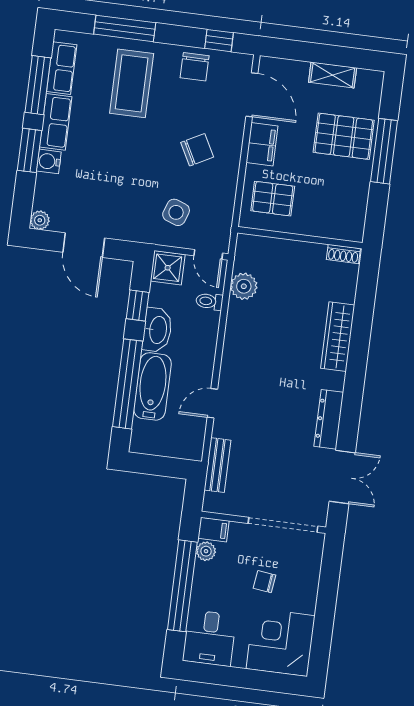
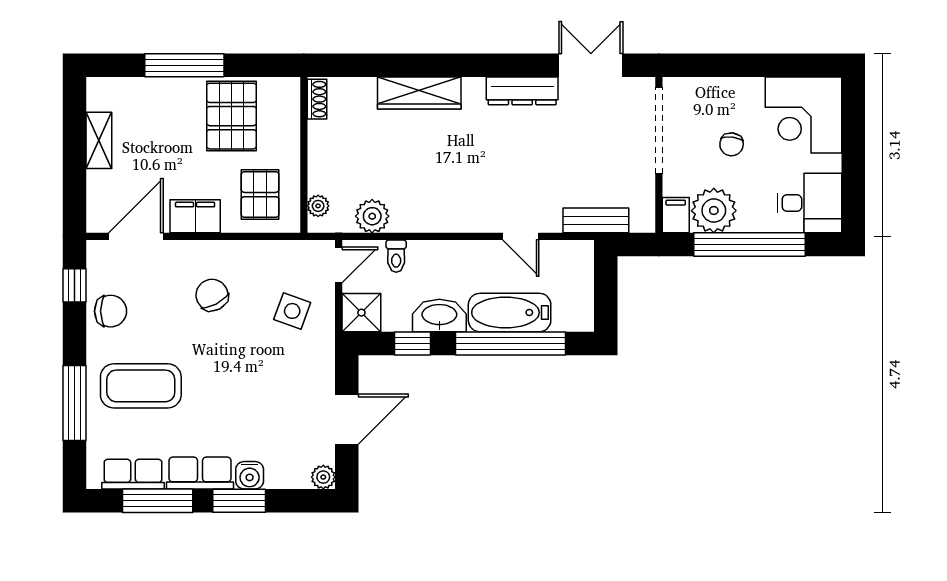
pallet: (344, 136) -> (232, 116), moved
plant: (258, 244) -> (318, 206), added
plant: (206, 551) -> (714, 211), width x1.88, depth x1.88

